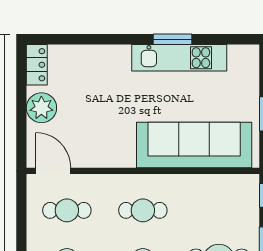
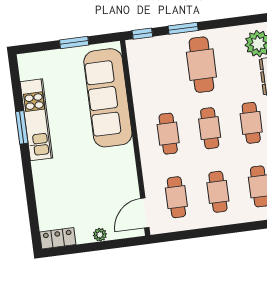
plant: (41, 108) -> (100, 235), width x0.53, depth x0.53

